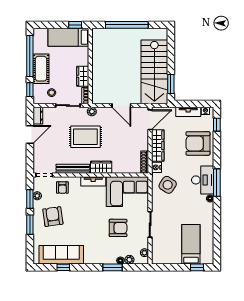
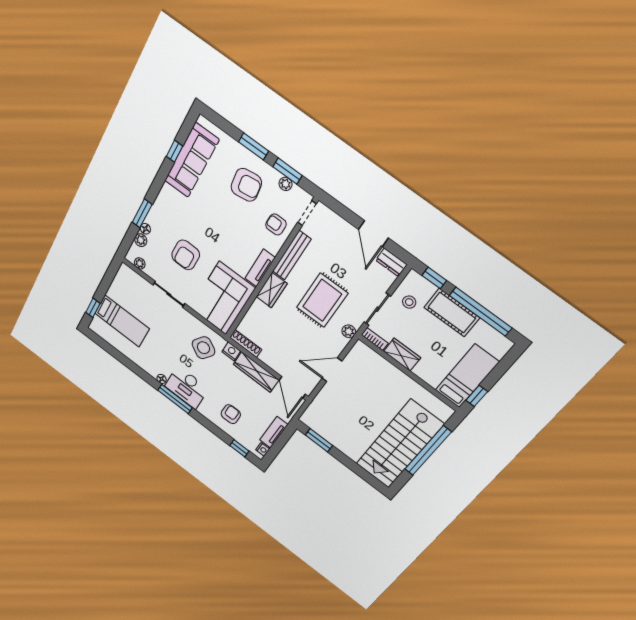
stairs: (154, 72) -> (399, 444), moved, turned -90
armchair: (198, 143) -> (231, 414), width x0.53, depth x0.53

